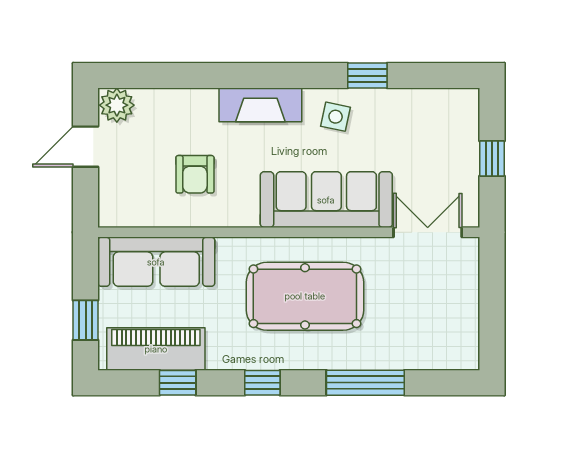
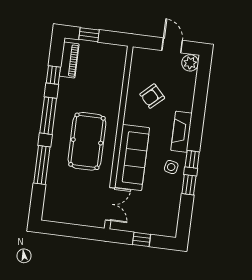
window: (314, 76) -> (192, 159), added
armchair: (195, 174) -> (152, 96), turned -43
sofa: (156, 262) -> (113, 72), removed
piano: (156, 349) -> (69, 60), width x0.73, depth x0.75
window: (262, 383) -> (48, 116), width x2.17

